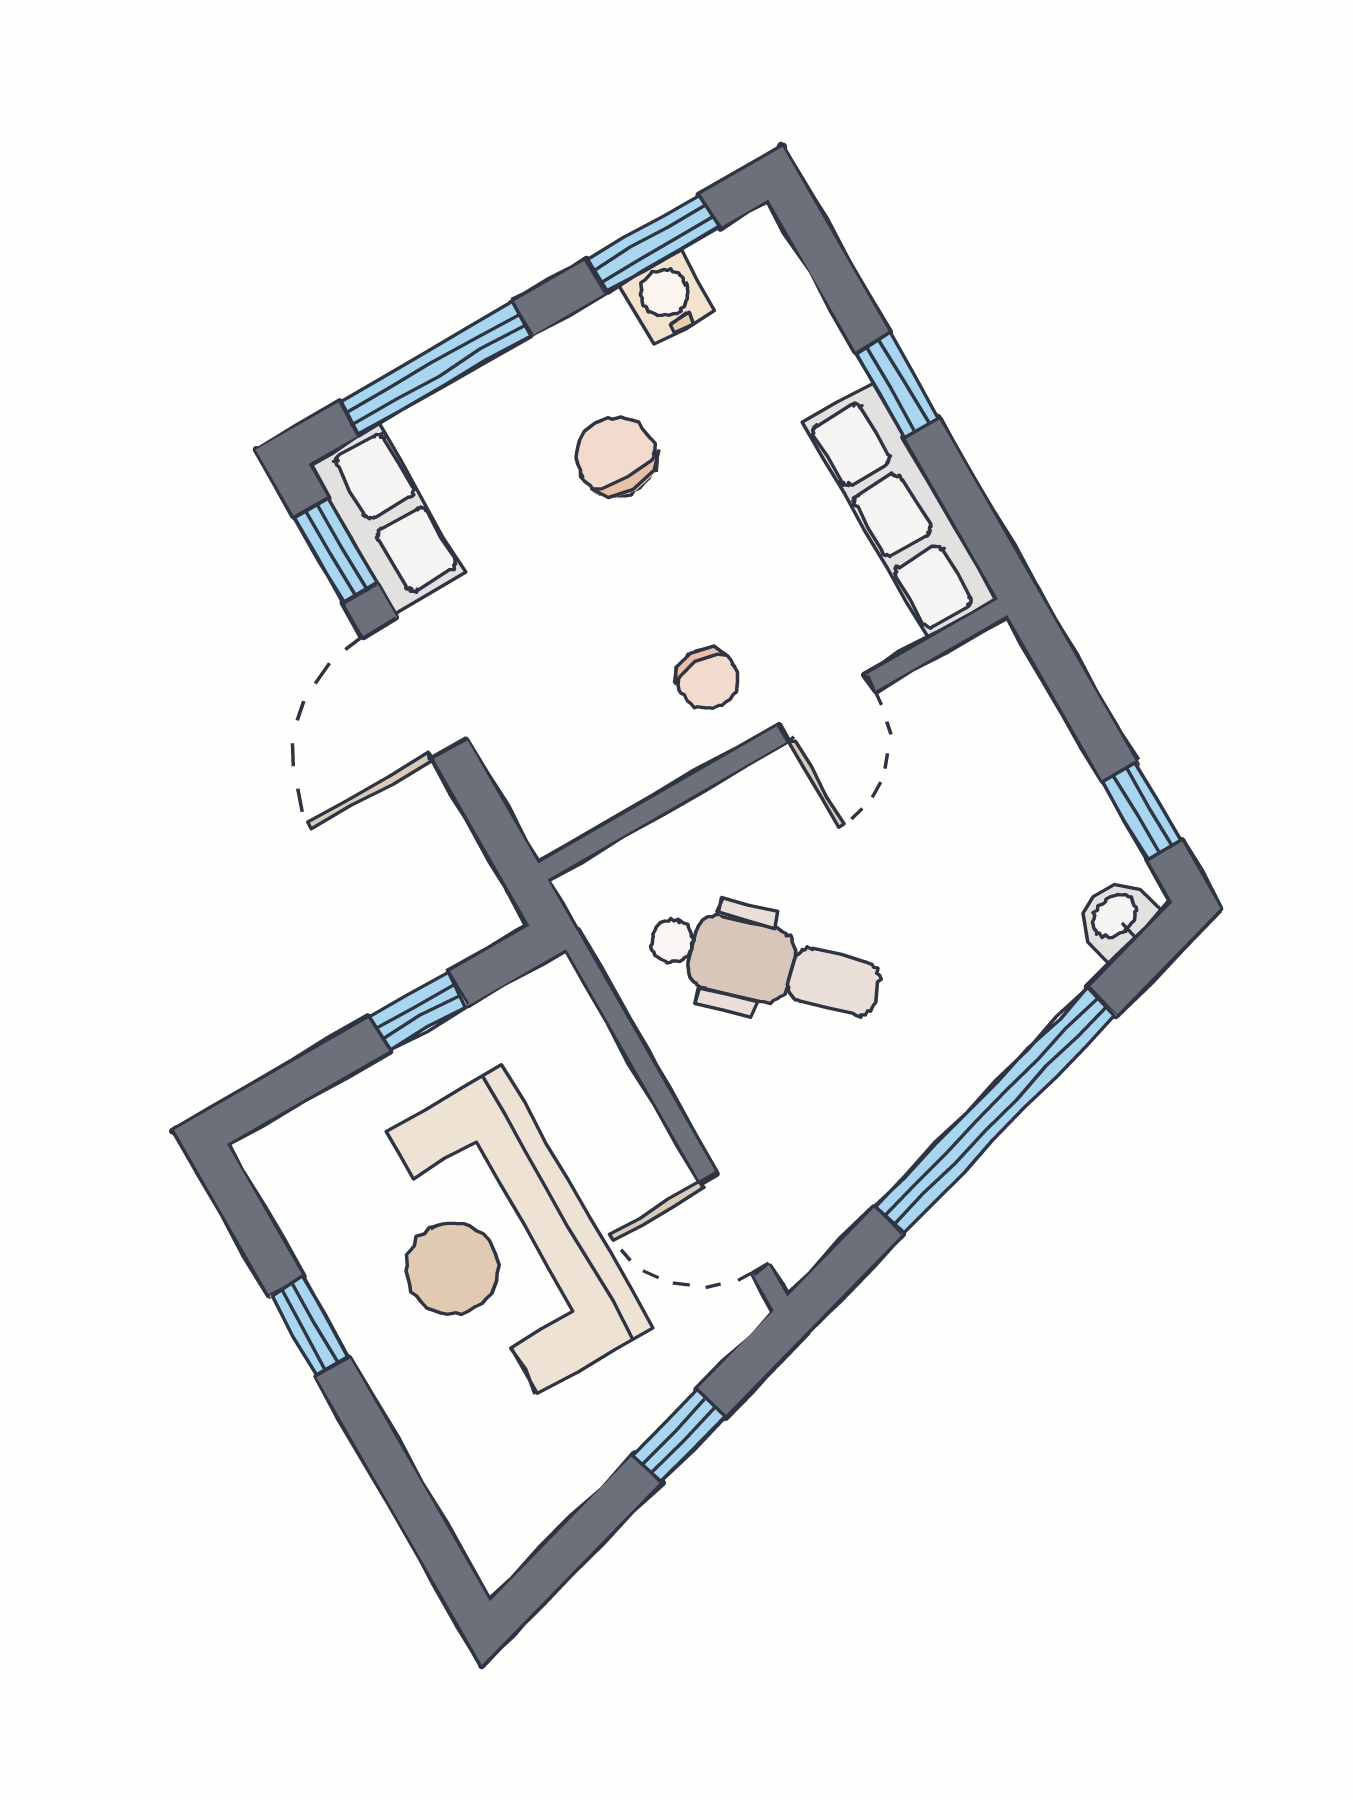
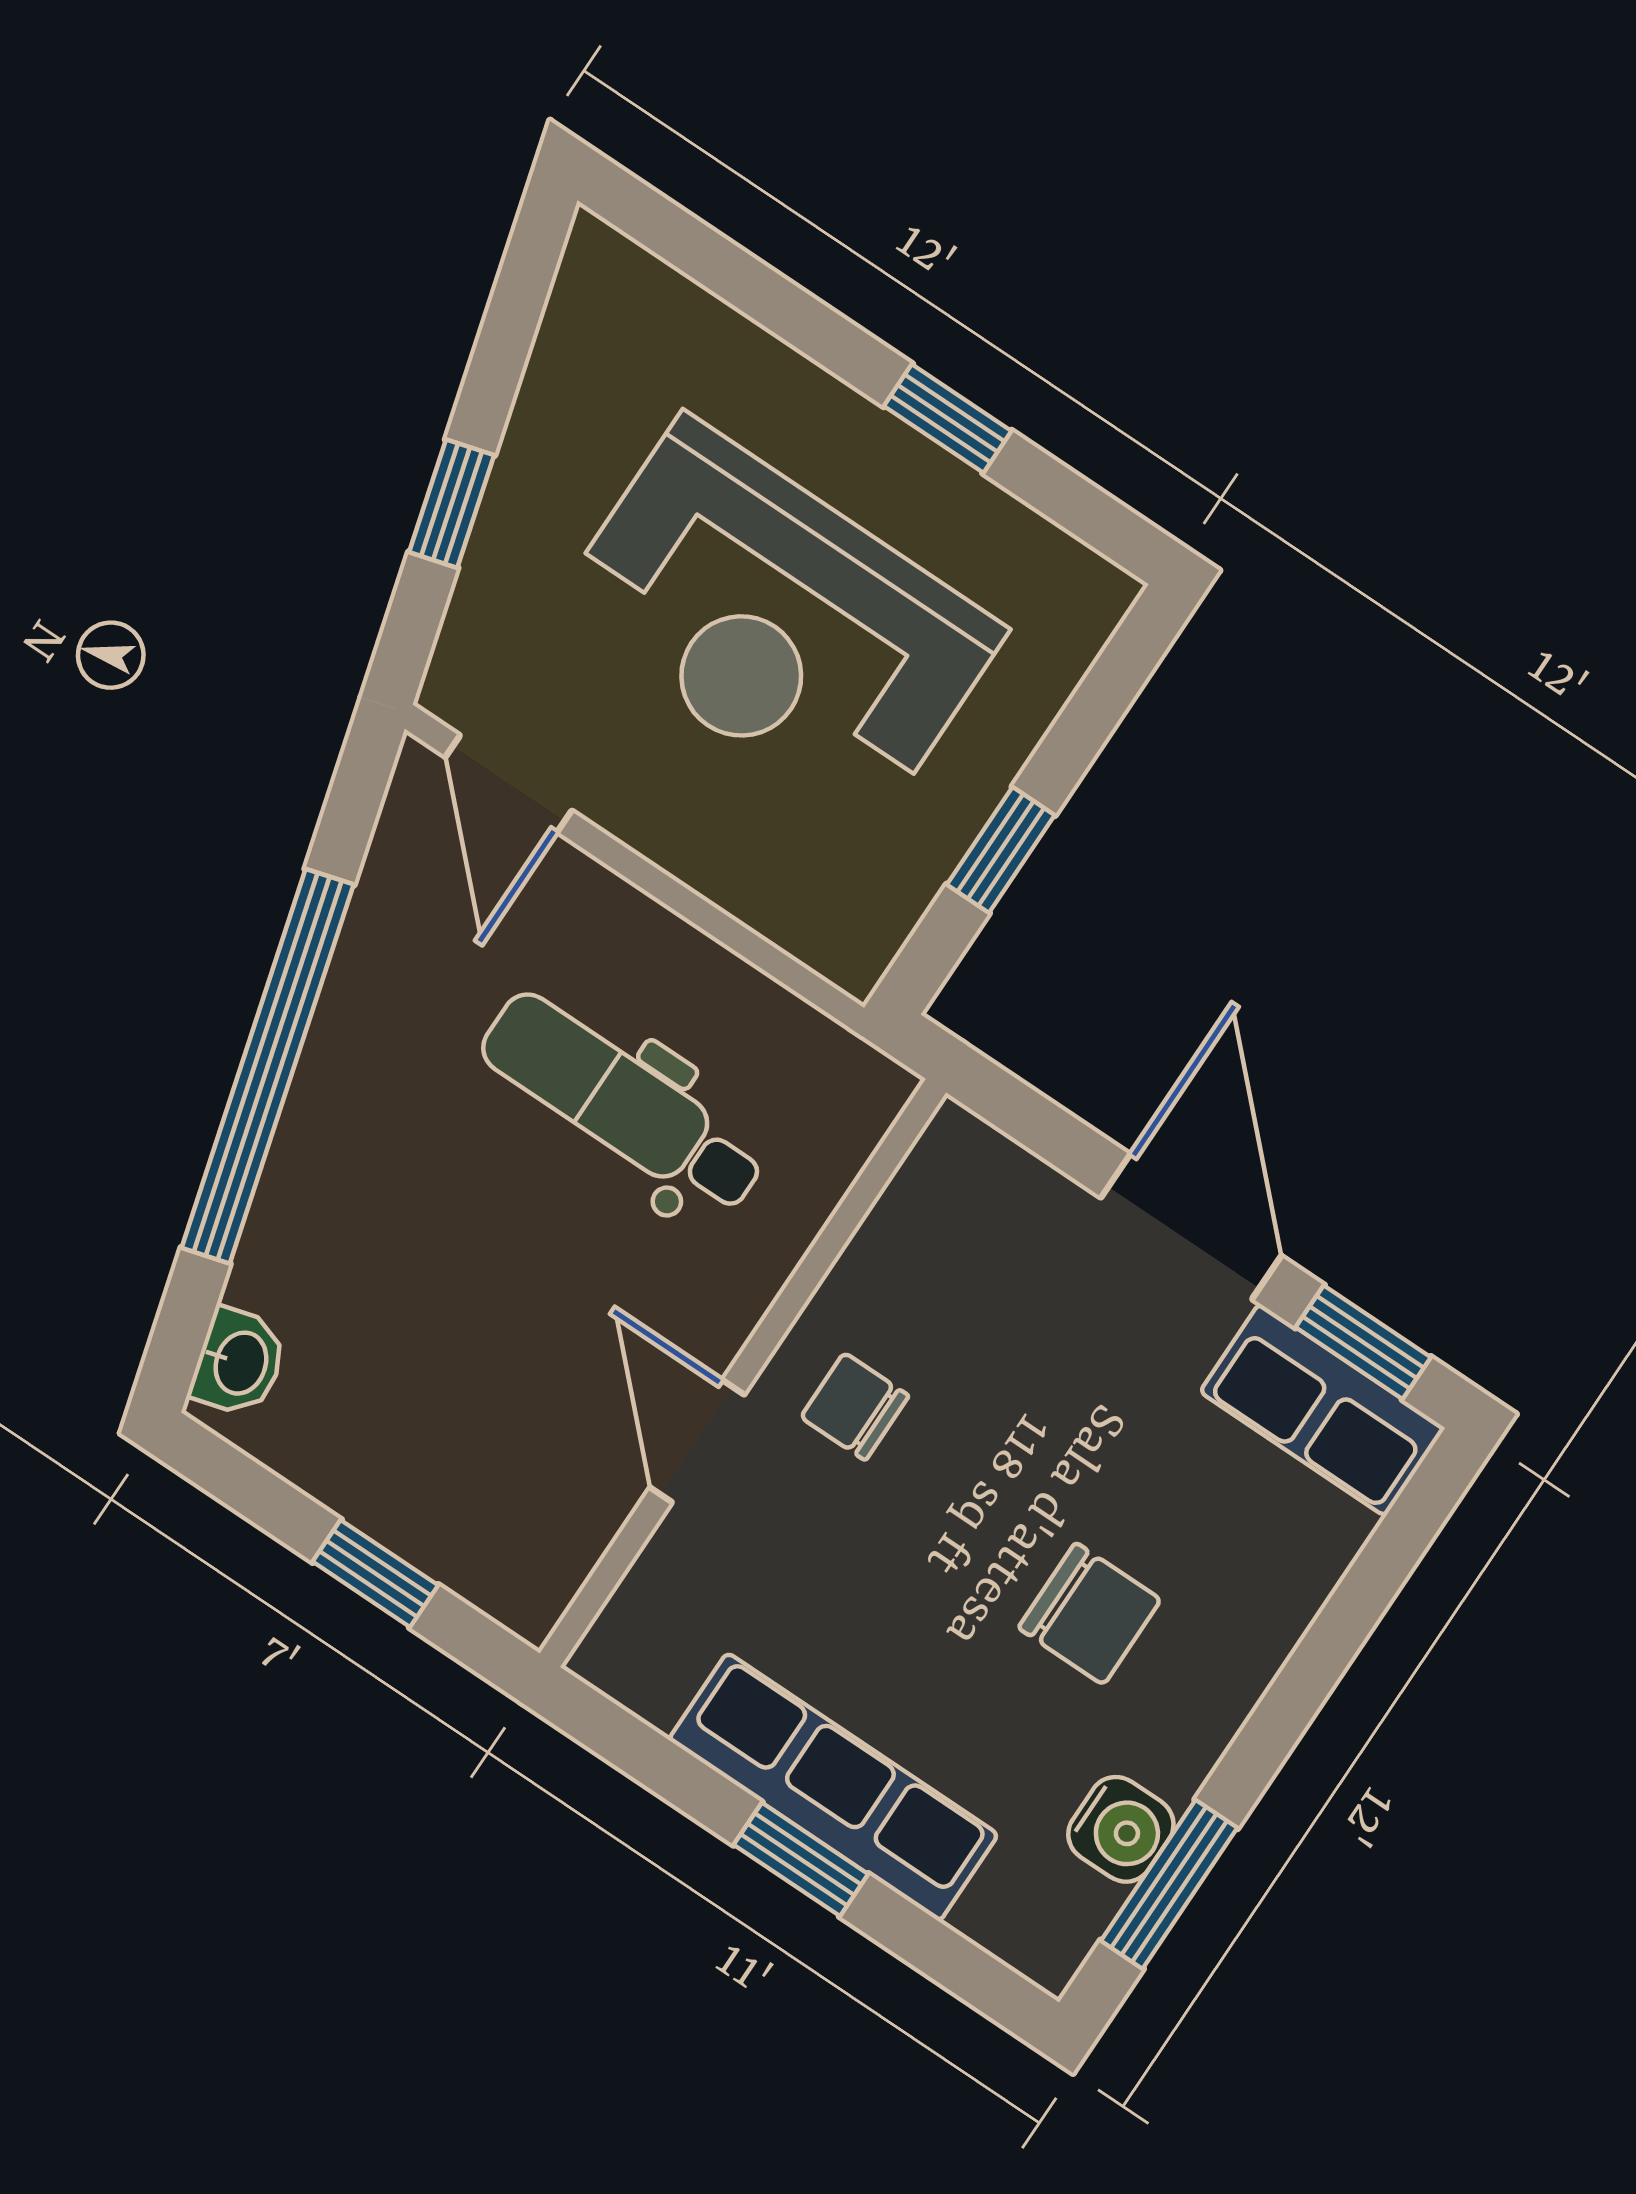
window: (435, 369) -> (1352, 1613), removed
row of seats: (900, 511) -> (833, 1787), moved
window: (1142, 811) -> (375, 1573), moved
dental chair: (764, 965) -> (623, 1104), turned 46
door: (735, 1223) -> (509, 784), swing flipped
reception desk: (495, 1244) -> (777, 622), turned 180

